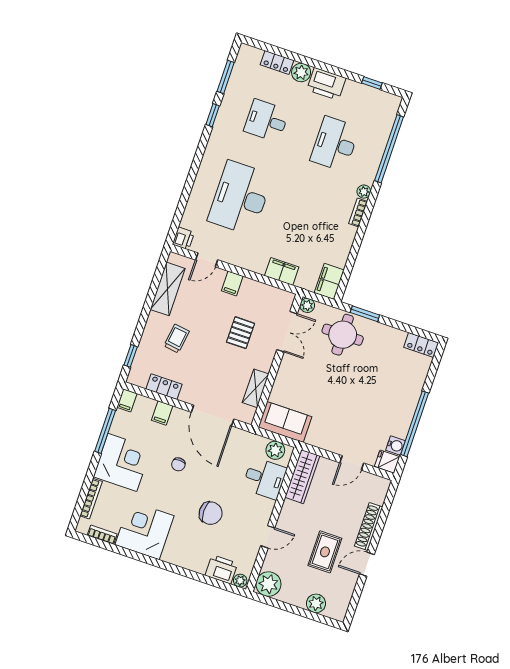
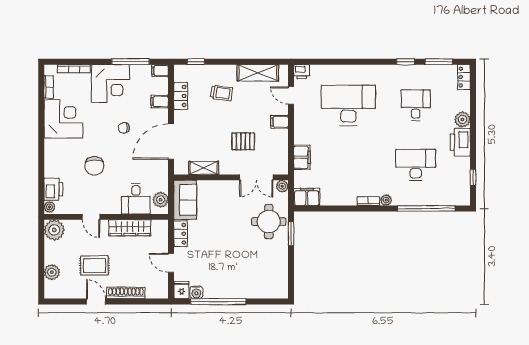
locker: (277, 63) -> (464, 77), moved
locker: (421, 345) -> (180, 234), moved, turned 180
wardrobe: (302, 477) -> (130, 228), moved

